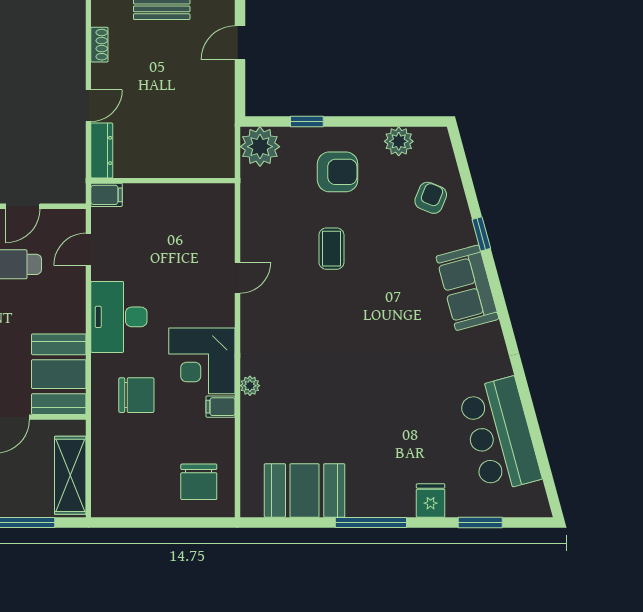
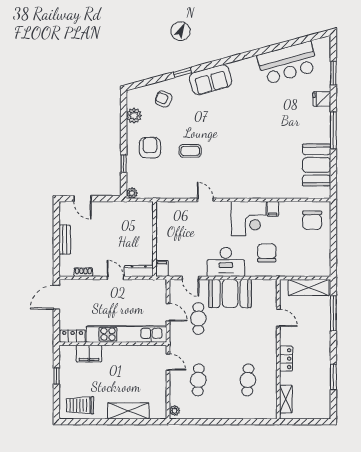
plant: (260, 147) -> (132, 193), width x0.53, depth x0.53
booth: (59, 374) -> (230, 293), moved
plant: (250, 386) -> (262, 193), removed
chair: (199, 482) -> (312, 220), turned 90

